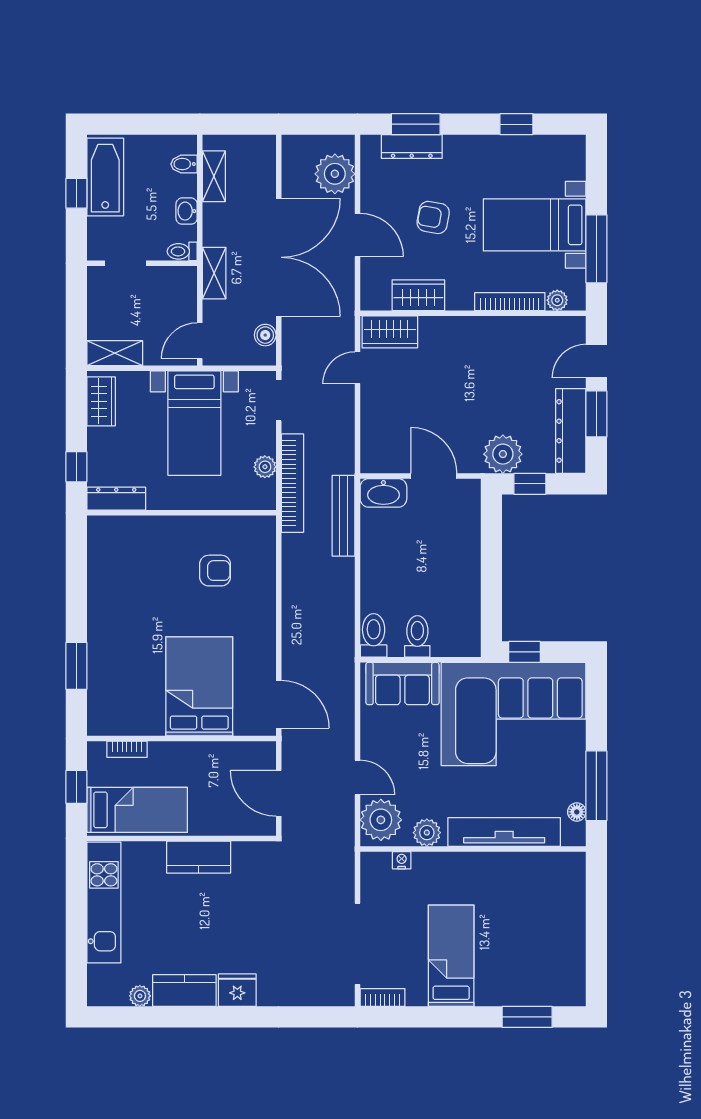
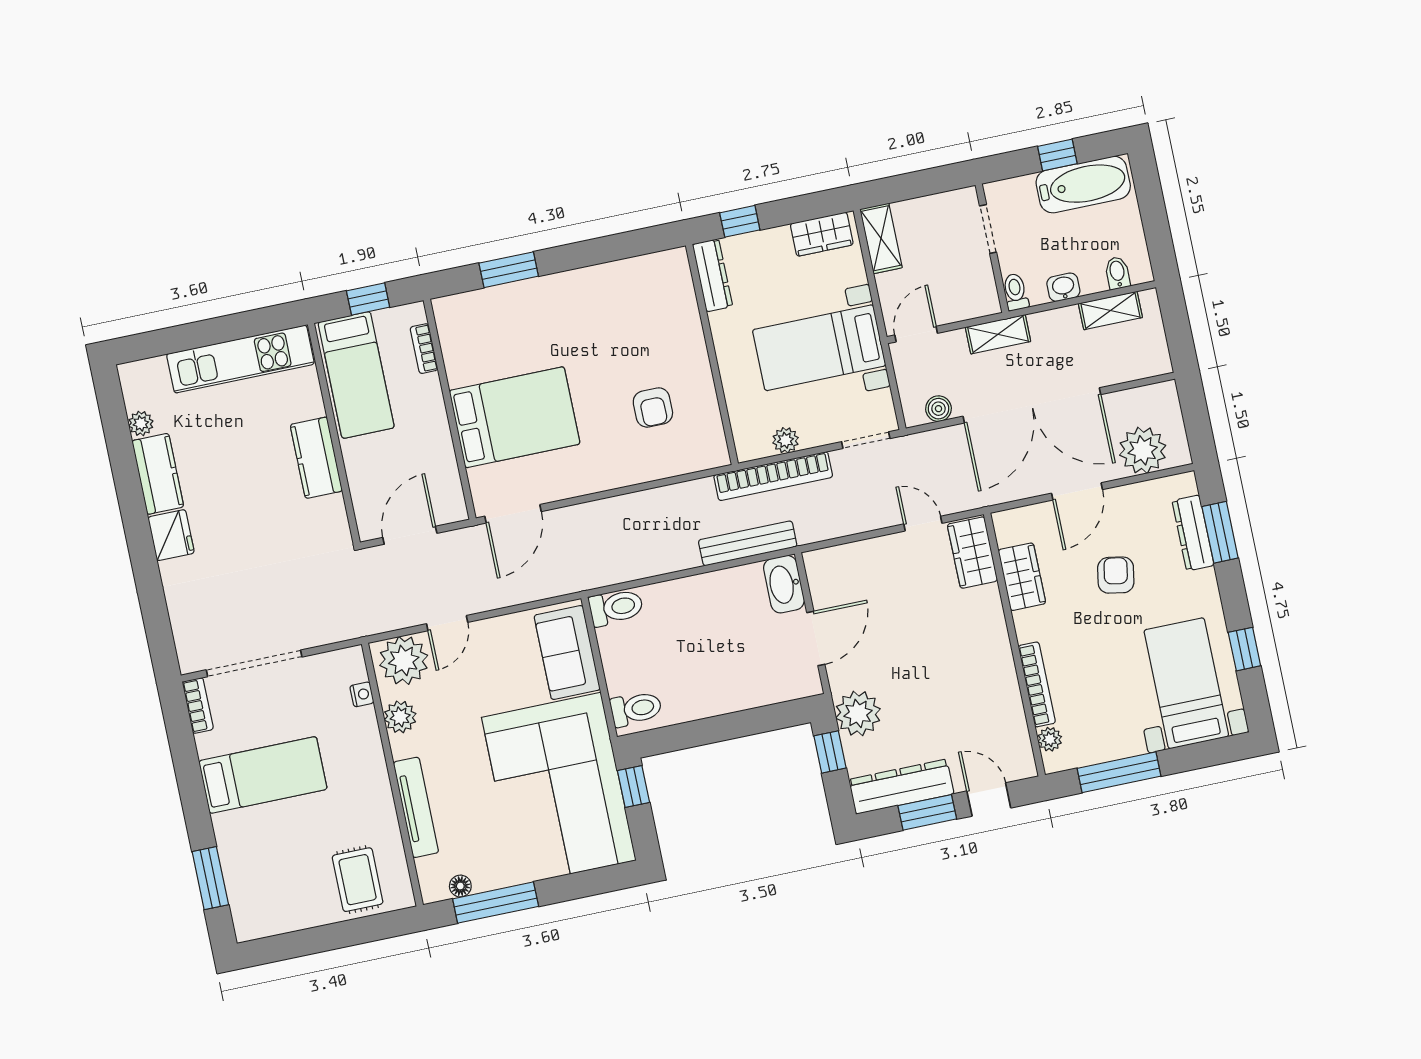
bed with nightstands: (535, 225) -> (1186, 683), moved
door: (200, 341) -> (916, 334), hinge flipped
toilet: (417, 636) -> (636, 709), moved
tv unit: (504, 832) -> (416, 807), width x0.73, depth x0.78
rug: (554, 896) -> (358, 880), added

